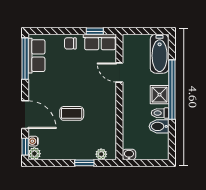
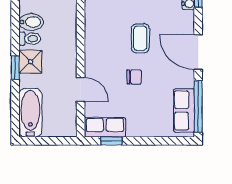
chair: (70, 43) -> (134, 77), moved
window: (172, 90) -> (15, 68), width x0.32
coffee table: (72, 113) -> (140, 38), turned 90
door: (25, 115) -> (198, 52), moved

